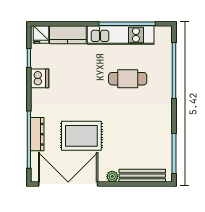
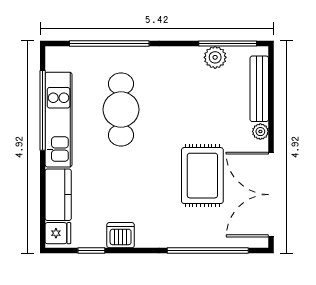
cafe table: (128, 79) -> (121, 109), width x1.37, depth x1.35
dresser: (37, 134) -> (200, 239), removed
plant: (164, 145) -> (215, 57), added

